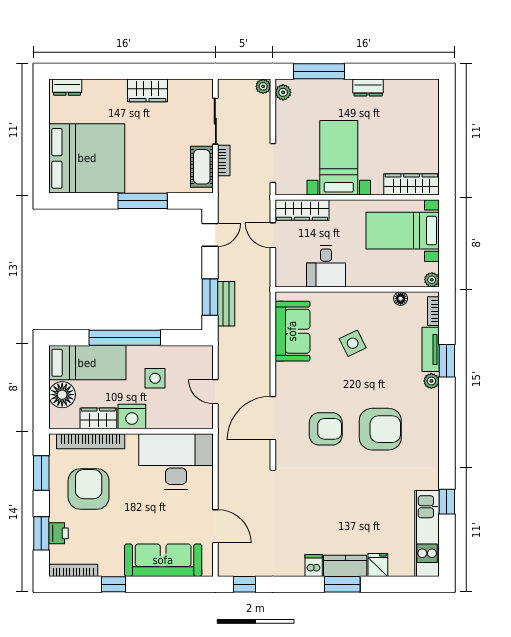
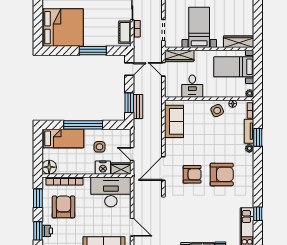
side table: (353, 343) -> (217, 111), moved
floor lamp: (62, 395) -> (49, 167), moved
nightstand: (132, 417) -> (103, 168), moved
wardrobe: (98, 418) -> (121, 169), moved

